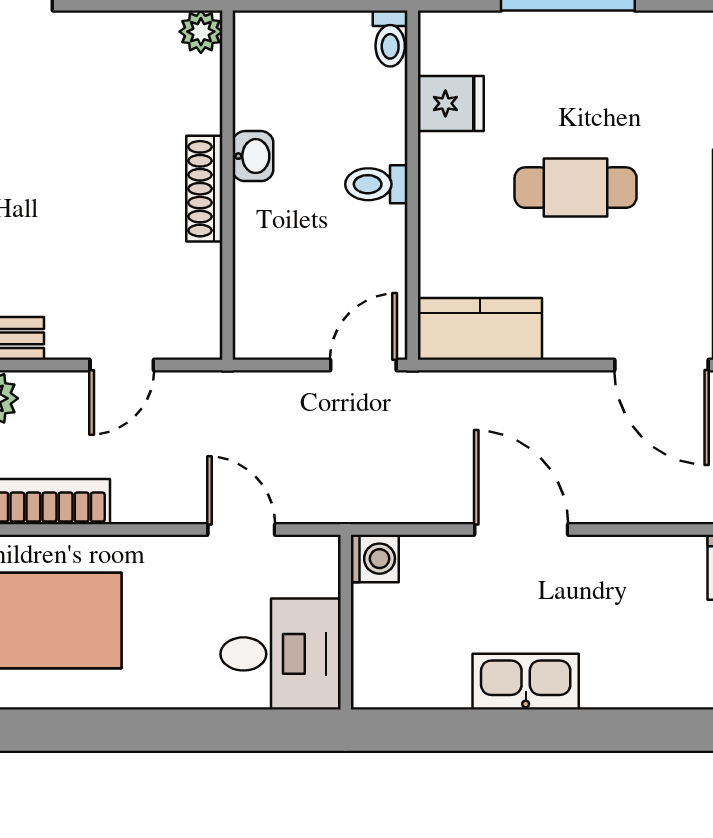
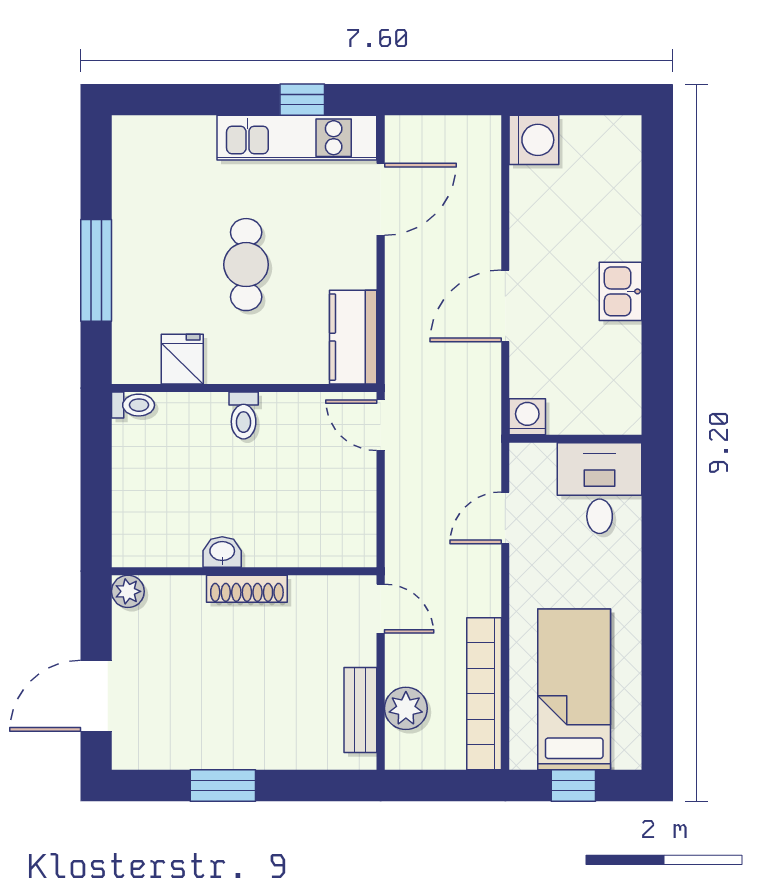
plant: (201, 32) -> (128, 591), moved
washbasin: (253, 156) -> (222, 552), moved
wall: (228, 185) -> (244, 571), moved
shoe rack: (204, 189) -> (247, 589), moved
kitchen sink: (526, 682) -> (621, 291), width x0.73

